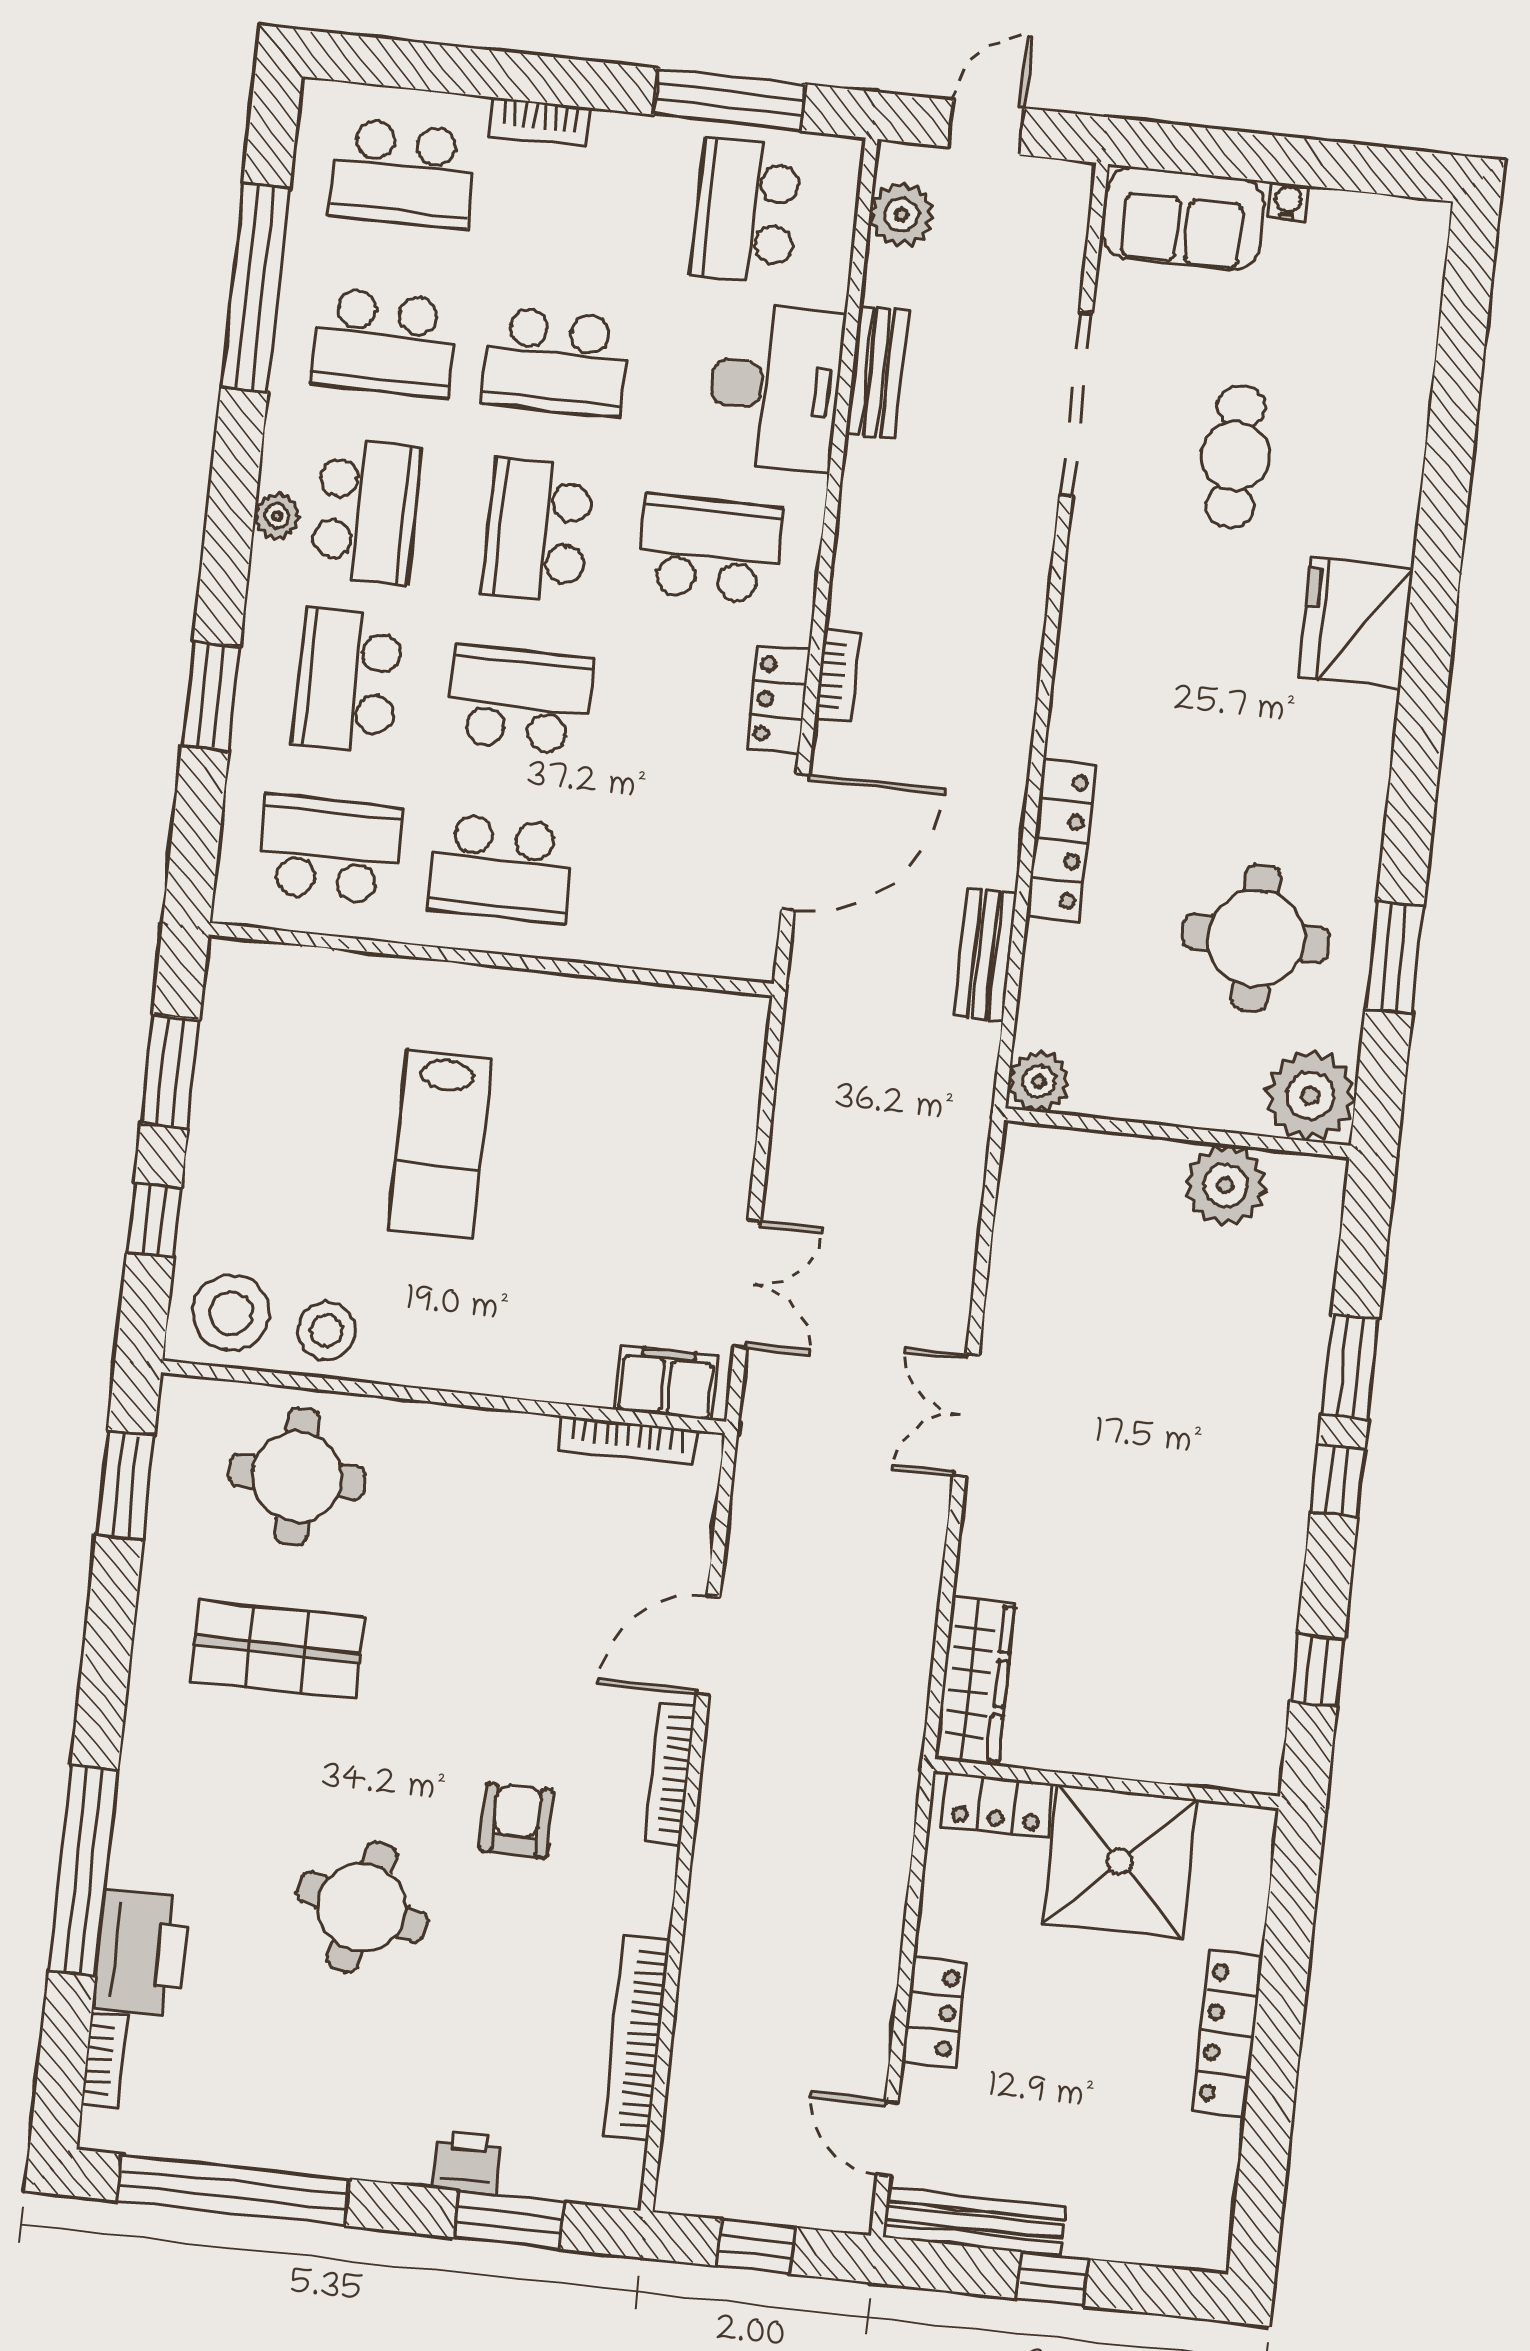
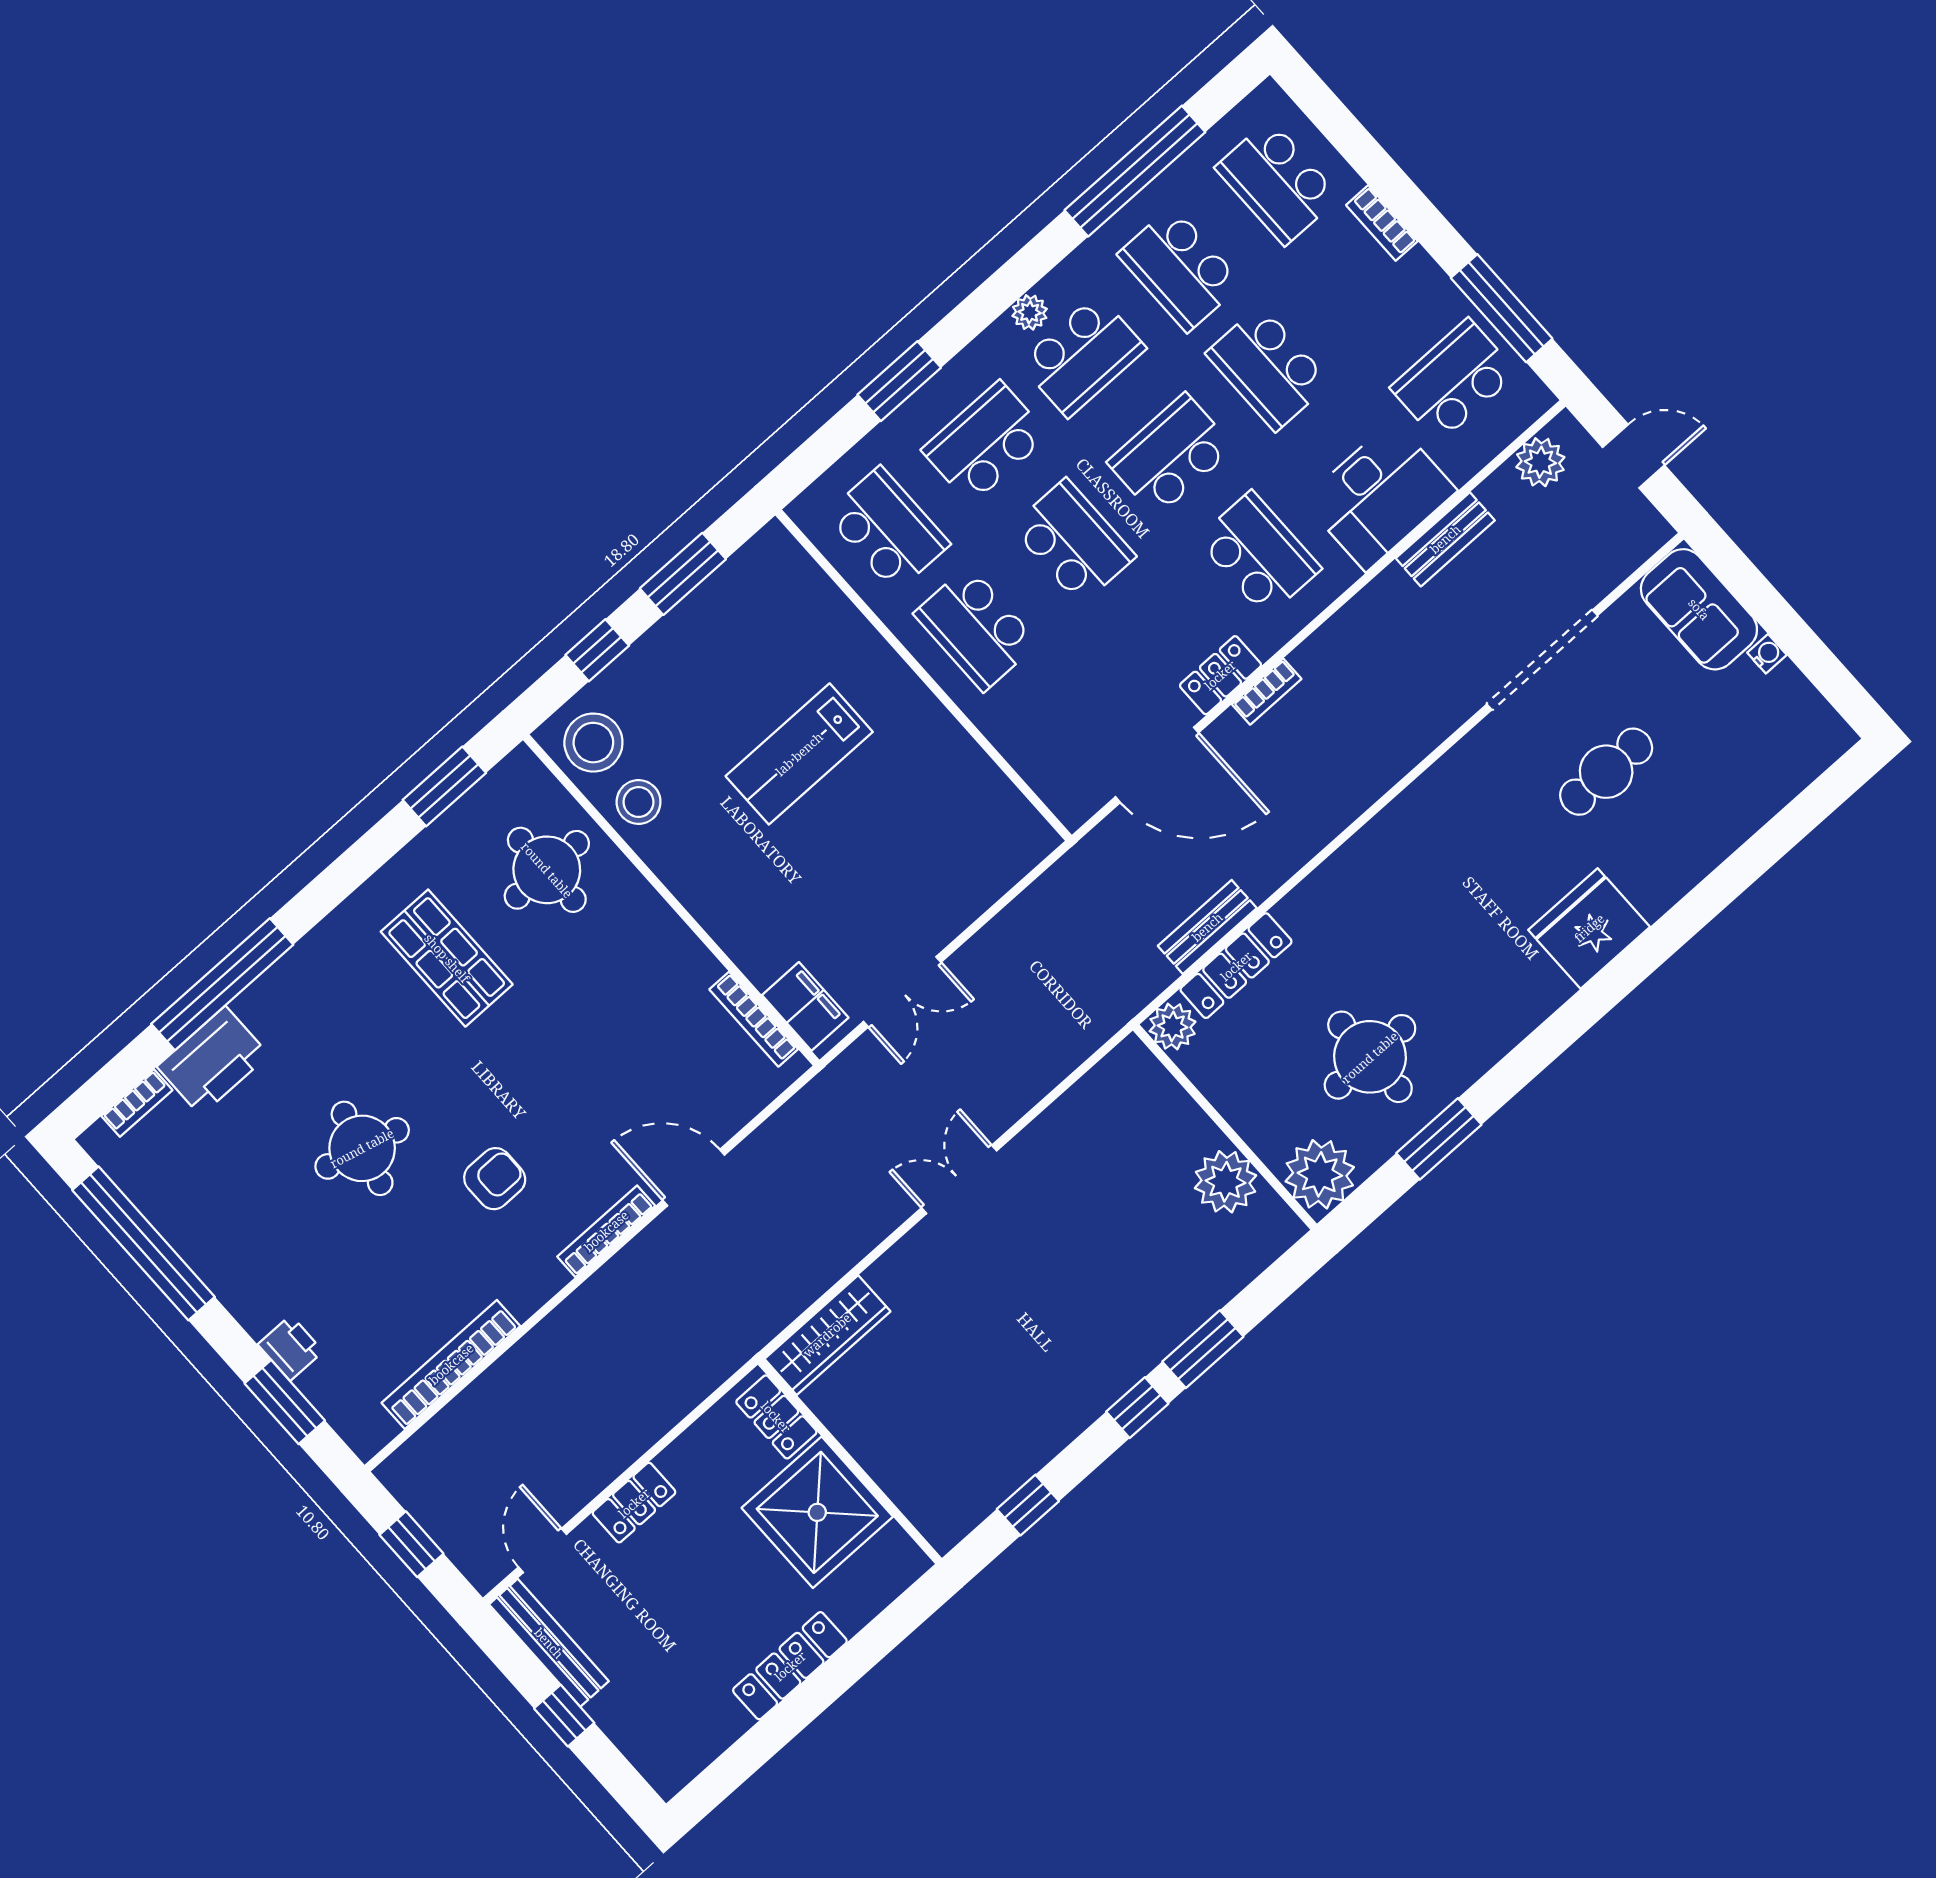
locker: (1061, 841) -> (1236, 966), moved

